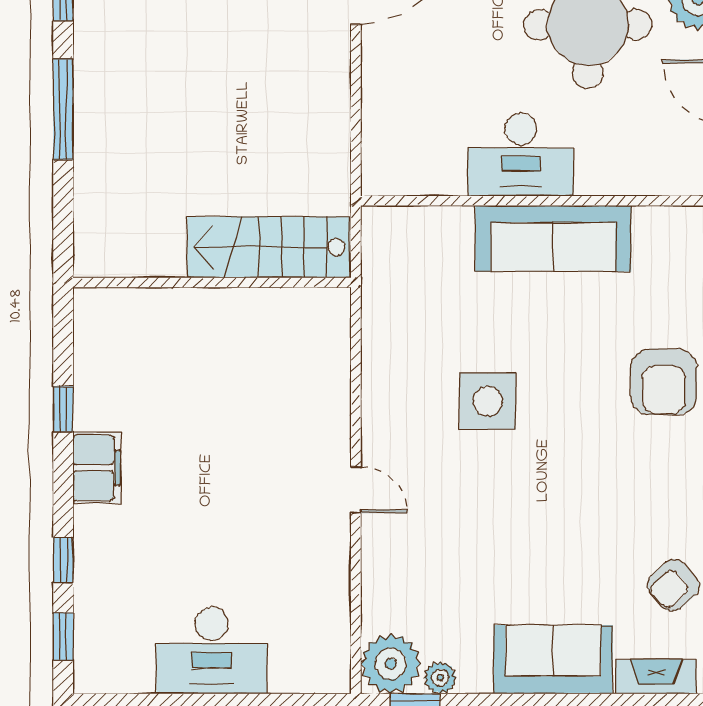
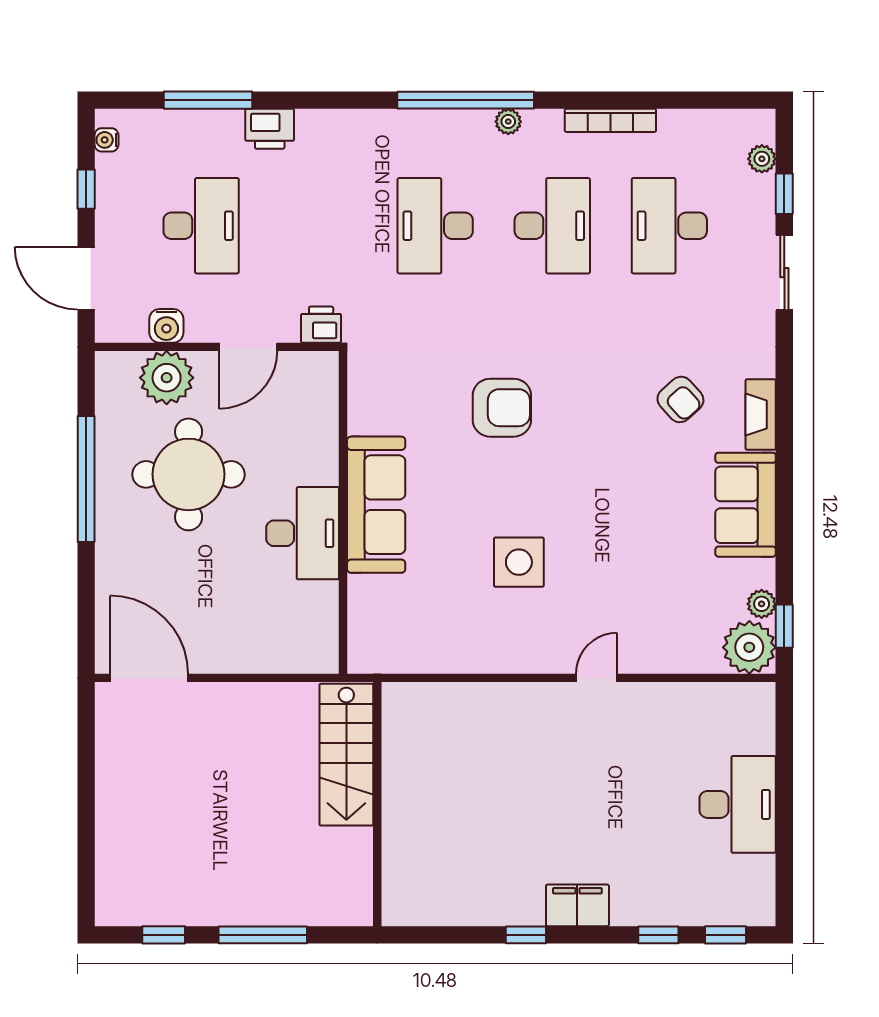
stairs: (268, 247) -> (346, 755), moved
wall: (212, 282) -> (377, 804), moved

